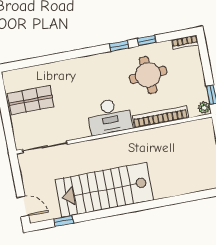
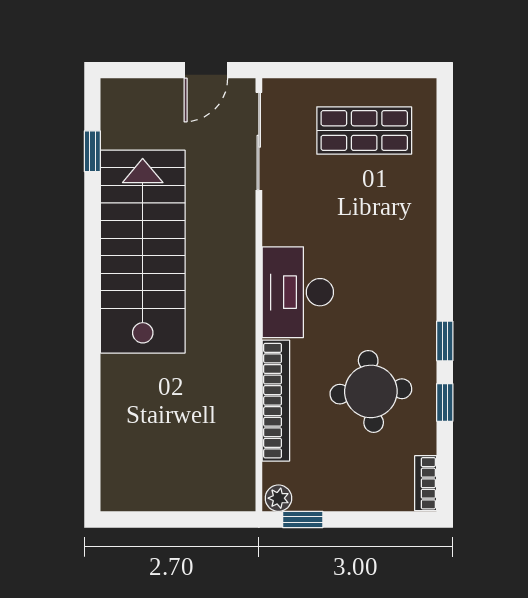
shop shelf: (31, 100) -> (364, 131), turned 90
door: (23, 207) -> (206, 70), moved

